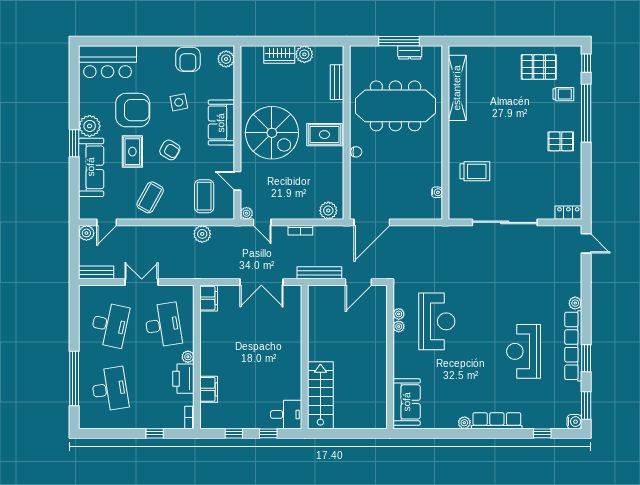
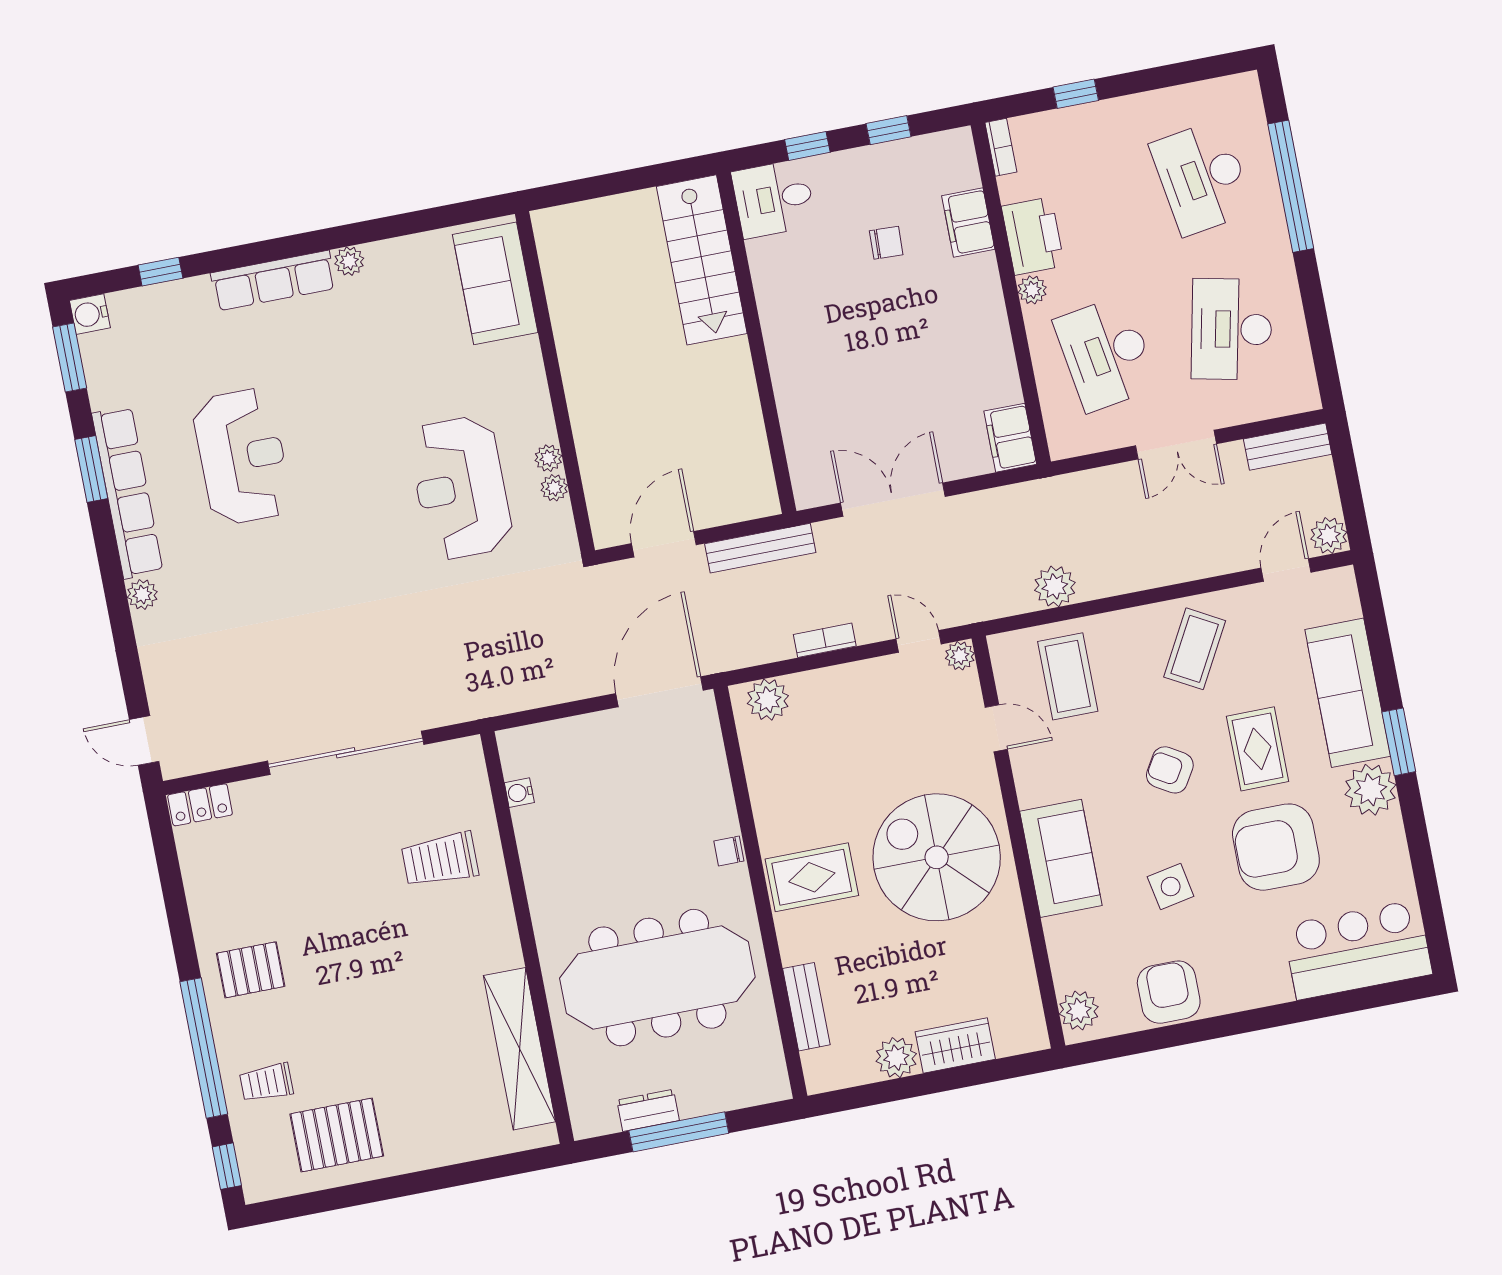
chair: (244, 388) -> (886, 243), added

